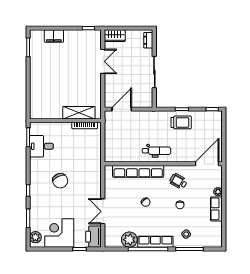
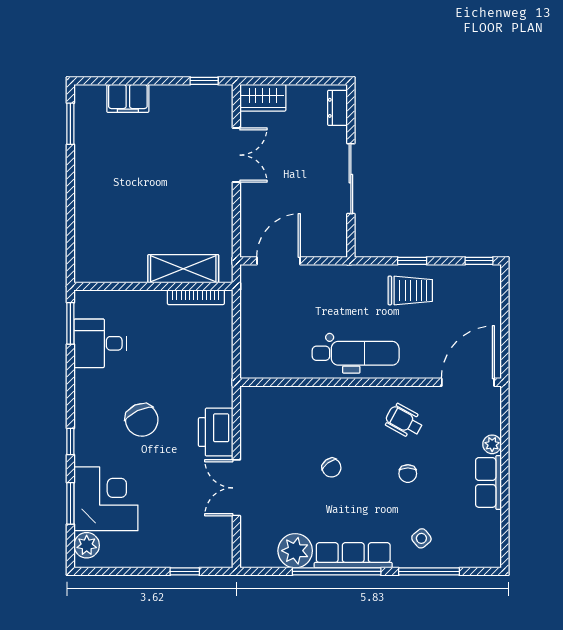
dental chair: (157, 151) -> (356, 353), width x1.36, depth x1.38
row of seats: (138, 171) -> (315, 399), removed
corner desk: (59, 233) -> (106, 499), moved, turned 90
printer: (93, 237) -> (216, 432), moved

